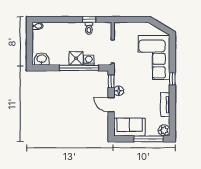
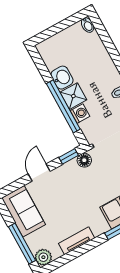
washbasin: (42, 59) -> (62, 78), moved
floor lamp: (119, 91) -> (84, 160), moved

